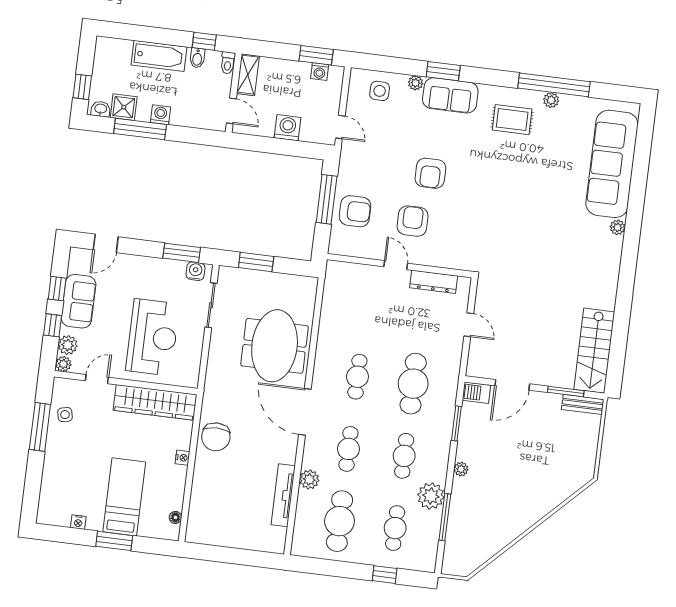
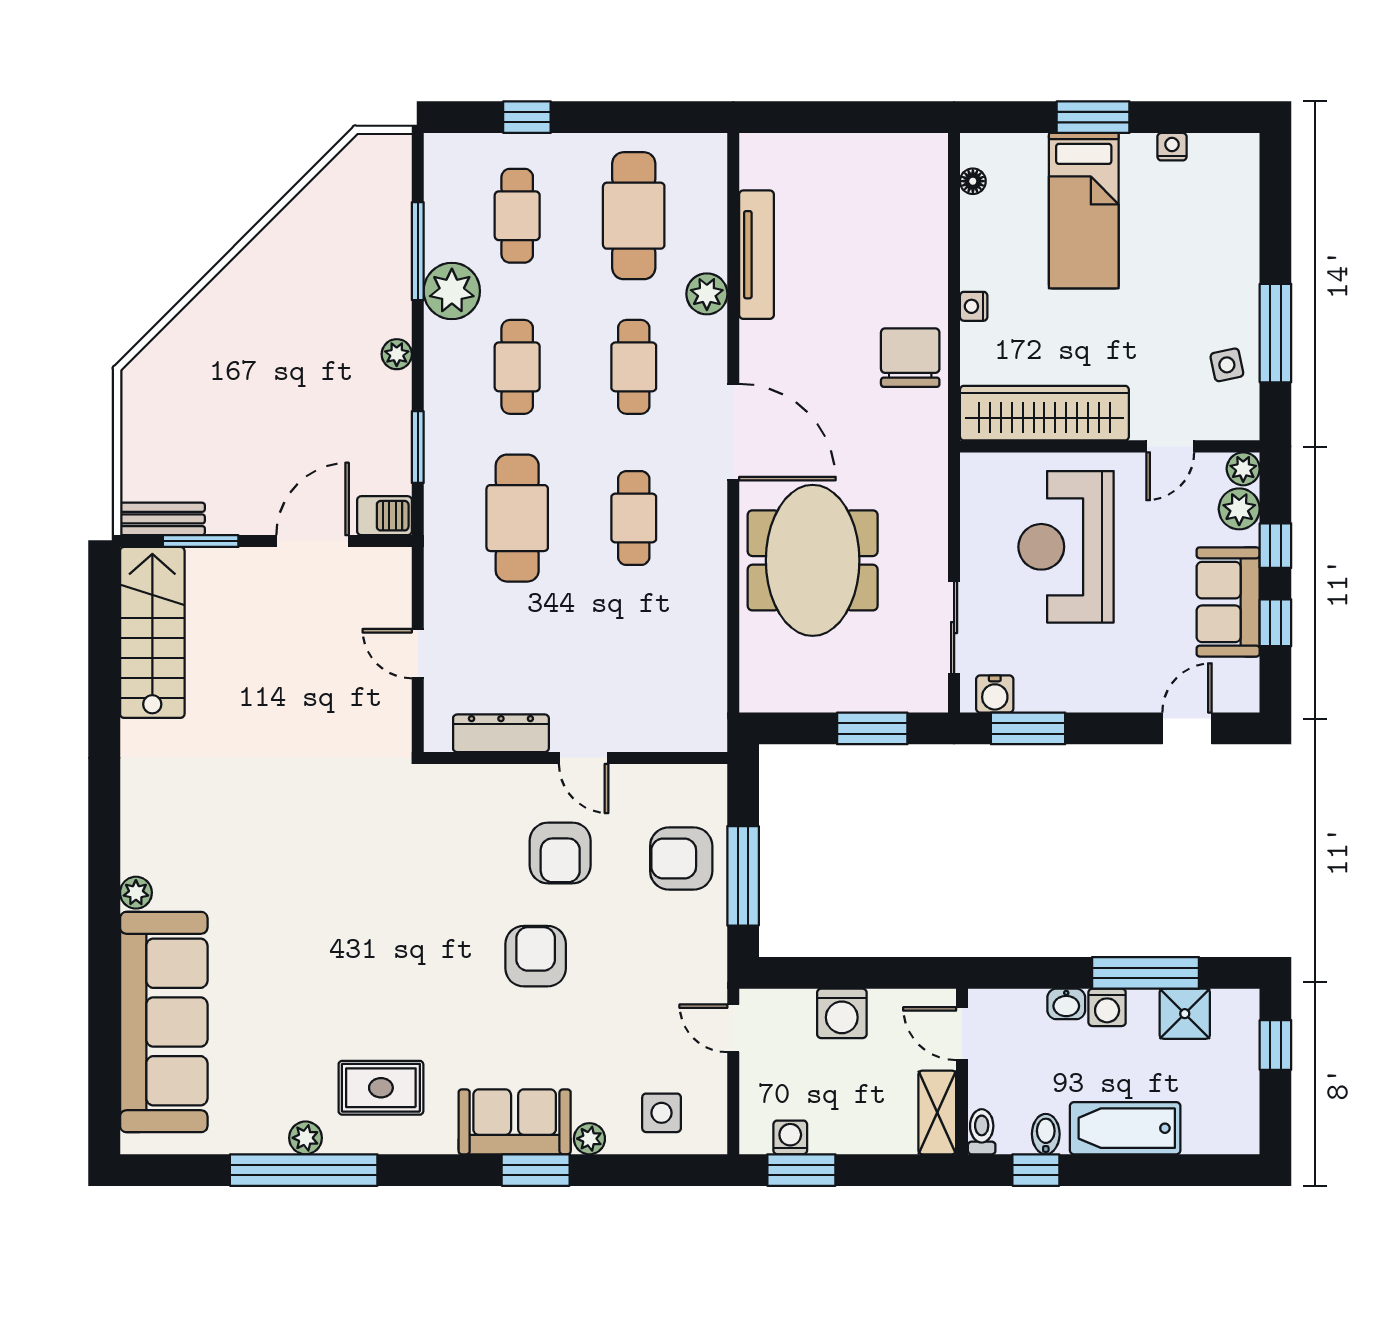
washbasin: (101, 109) -> (1066, 1004), moved

